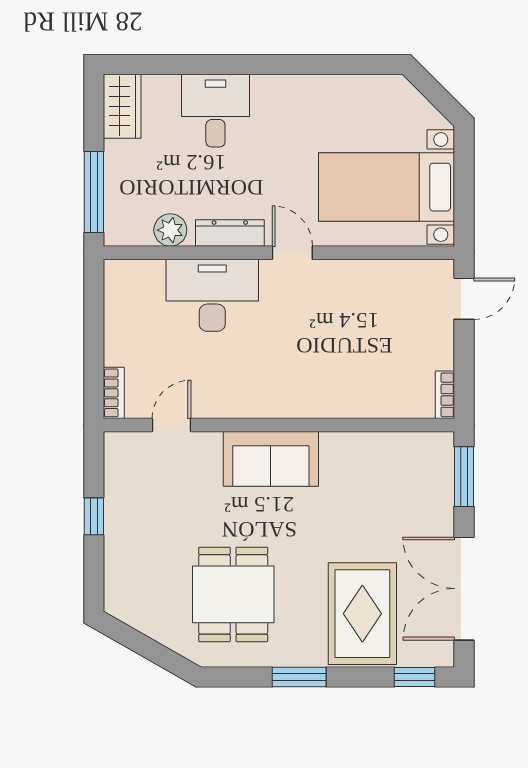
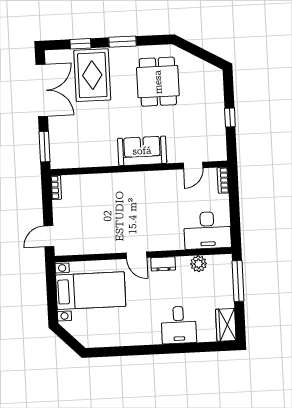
dresser: (230, 233) -> (163, 264), width x0.70
desk: (212, 295) -> (207, 230), moved
window: (415, 677) -> (80, 44), moved

